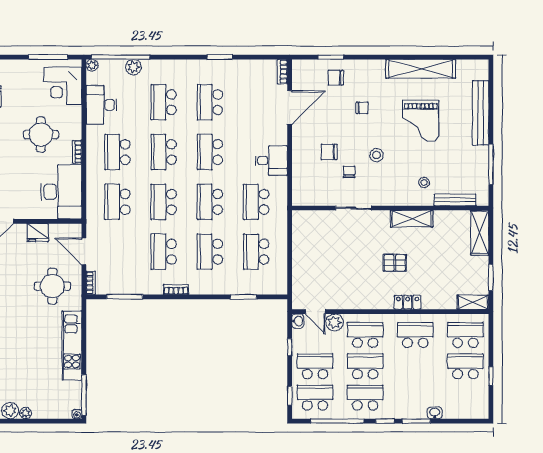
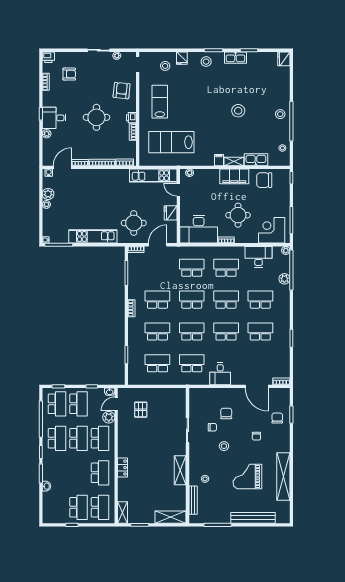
pallet: (395, 263) -> (141, 410), moved

